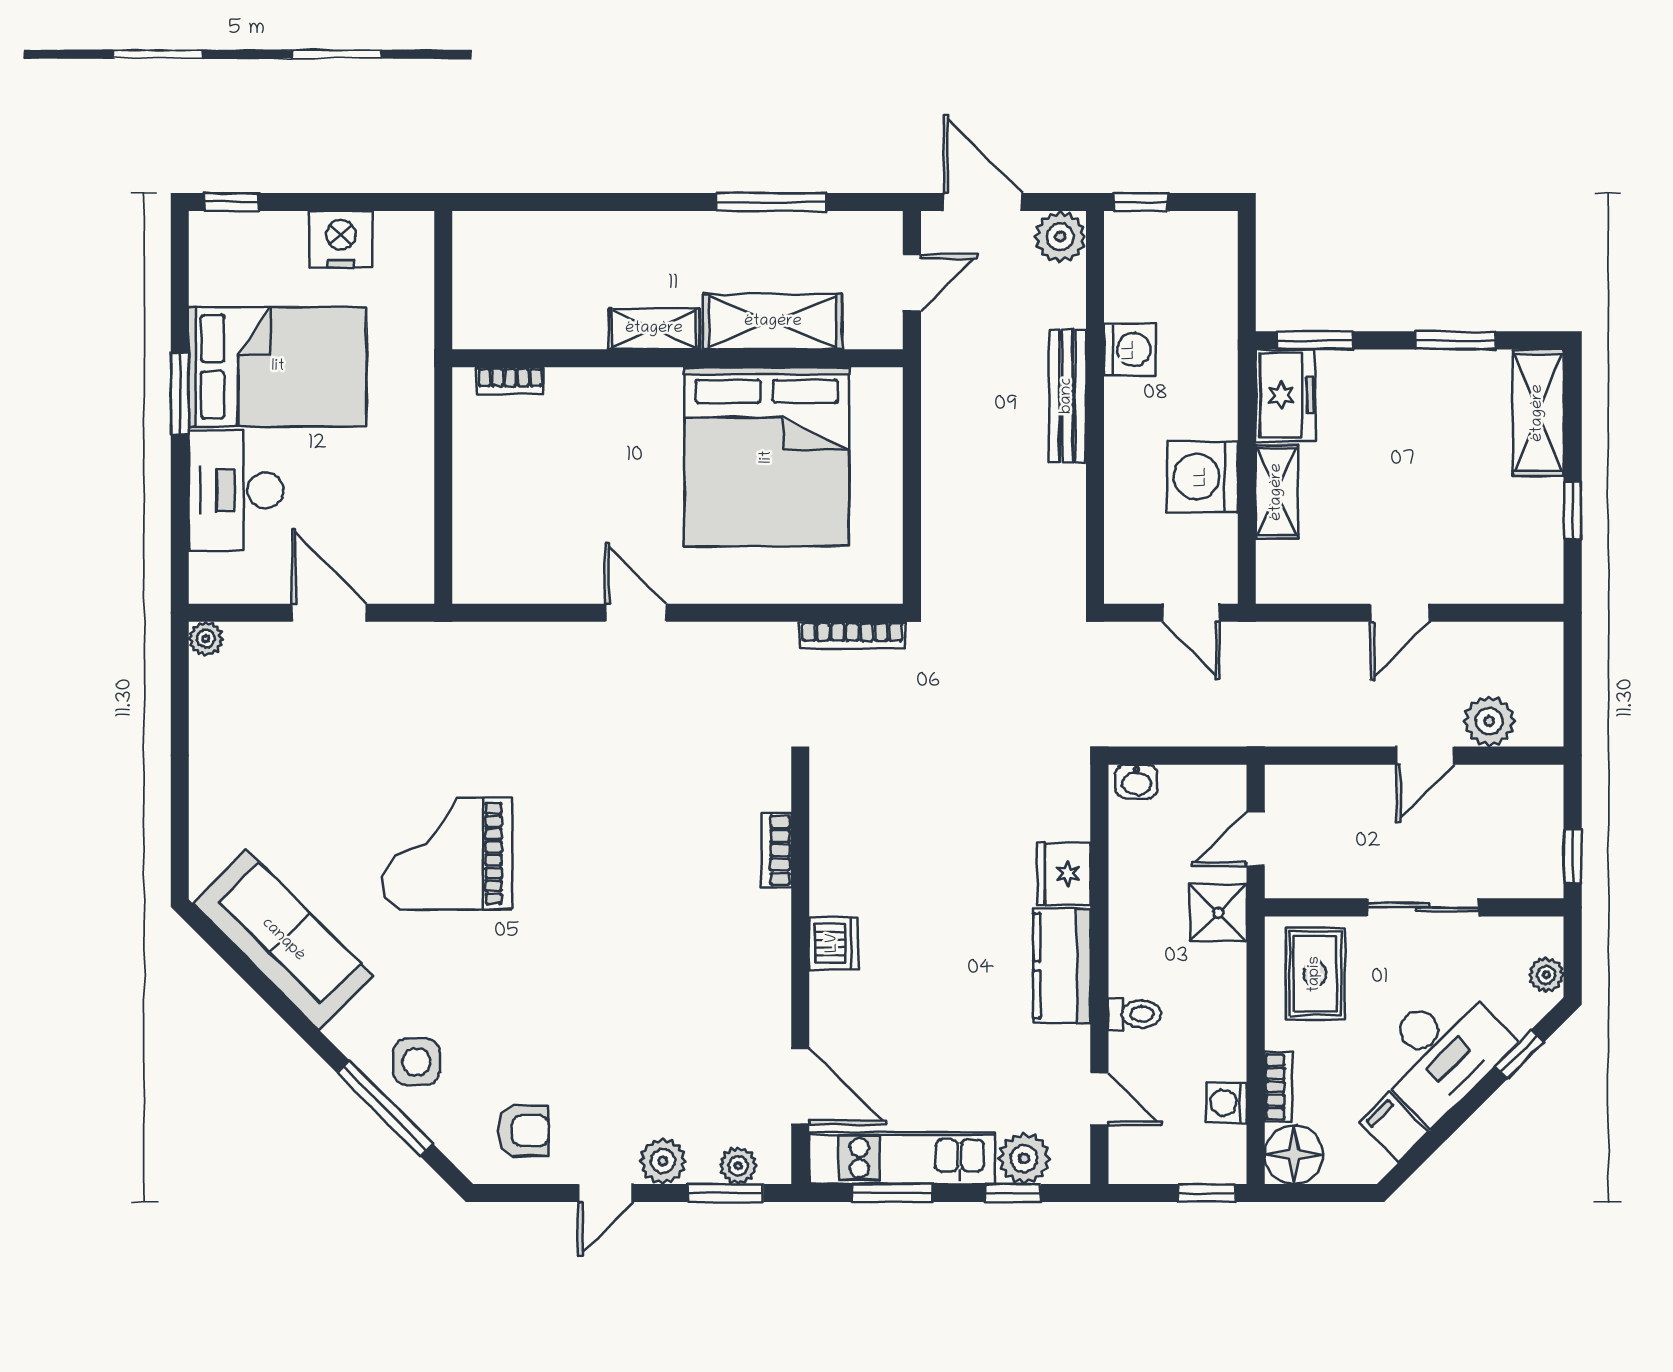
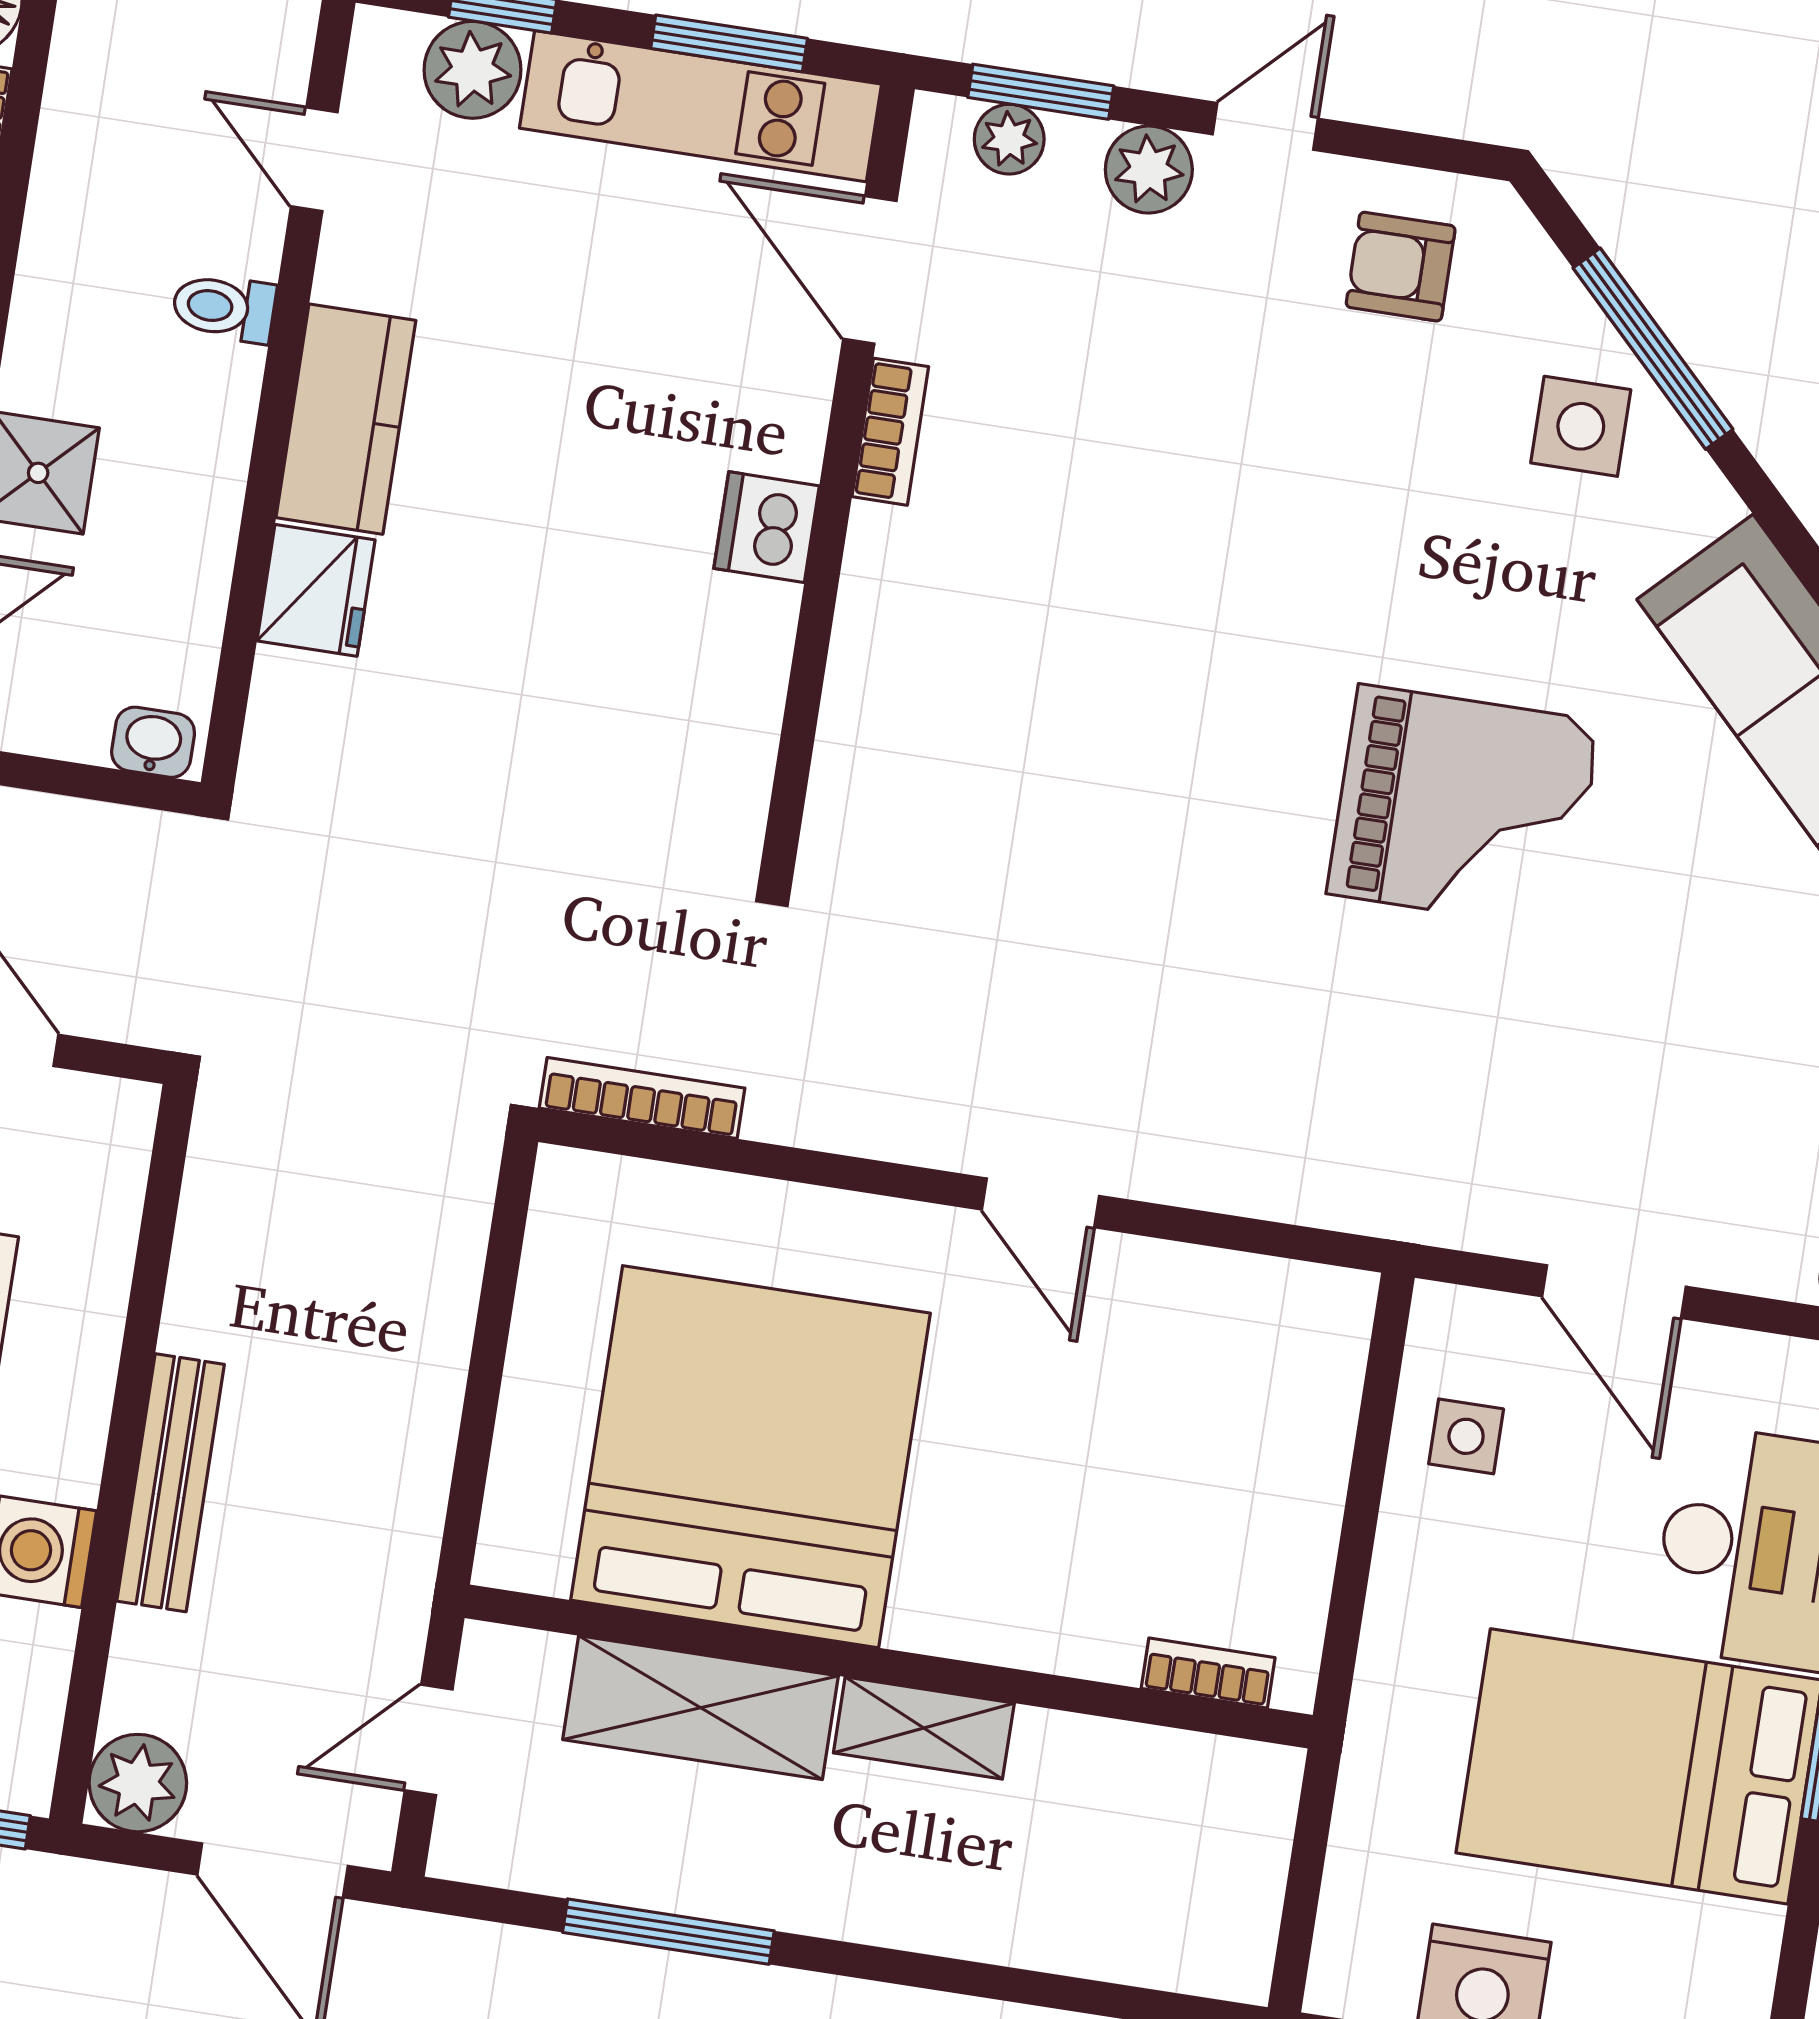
side table: (395, 525) -> (1466, 1436), added
bookcase: (777, 850) -> (890, 432), moved
washing machine: (1227, 1103) -> (78, 116), removed

